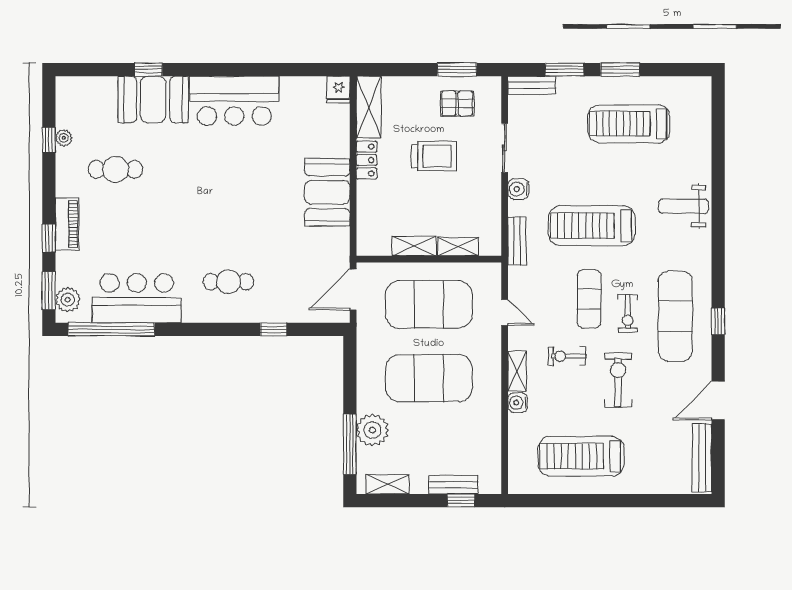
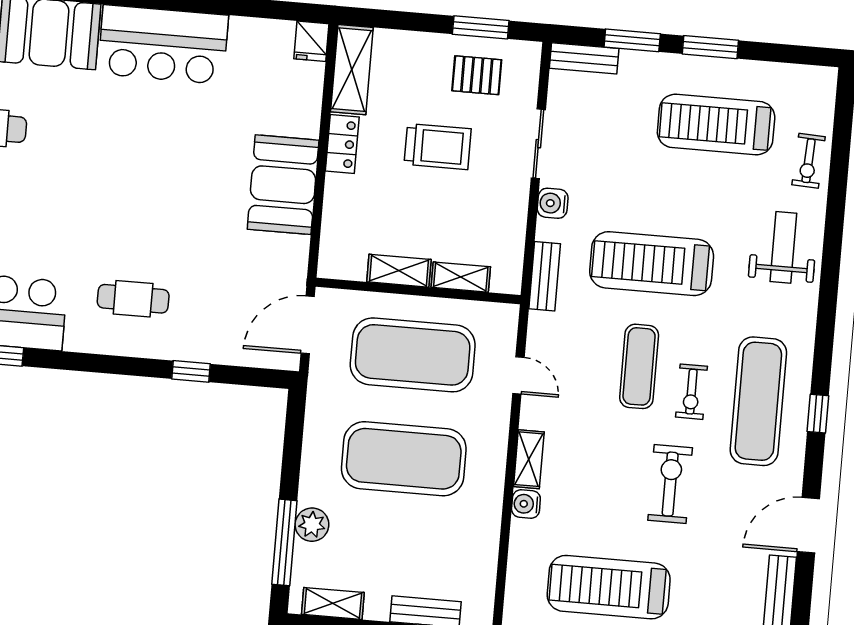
weight bench: (684, 206) -> (783, 247), turned 90
exercise bike: (567, 356) -> (809, 161), moved, turned -87
plant: (372, 430) -> (312, 525), width x0.73, depth x0.73

